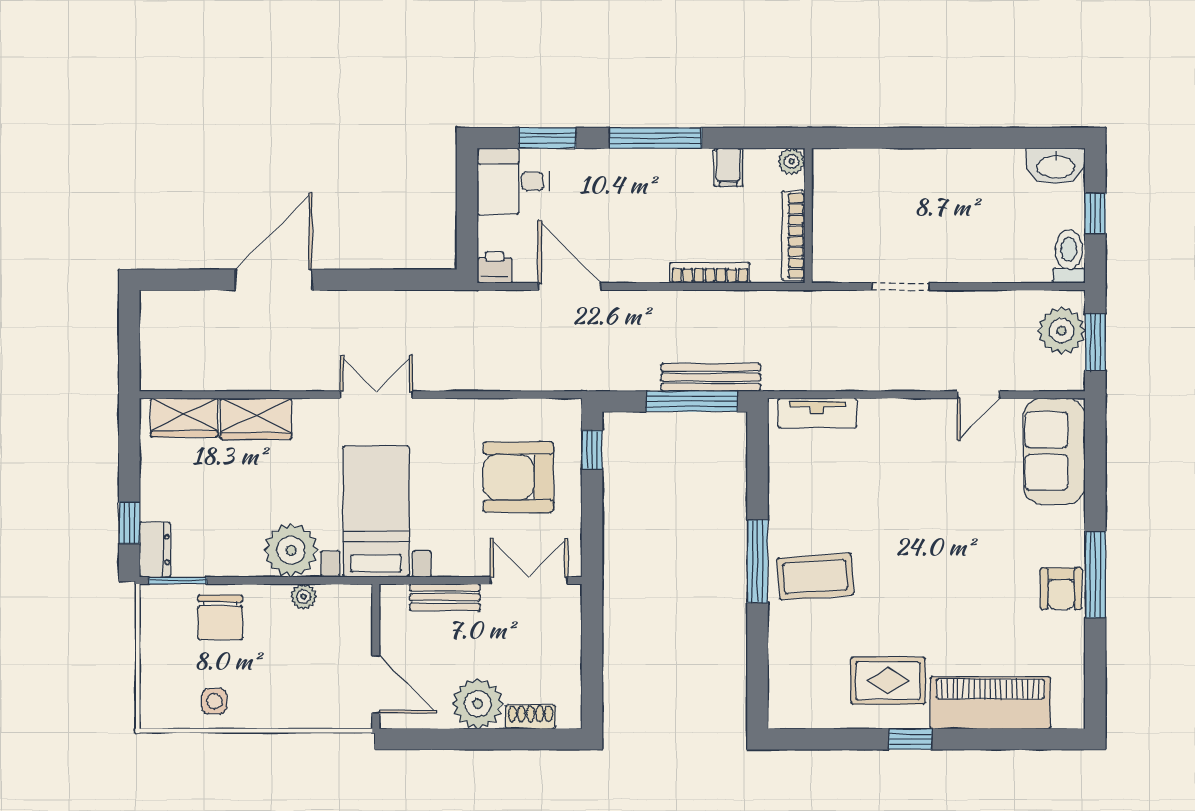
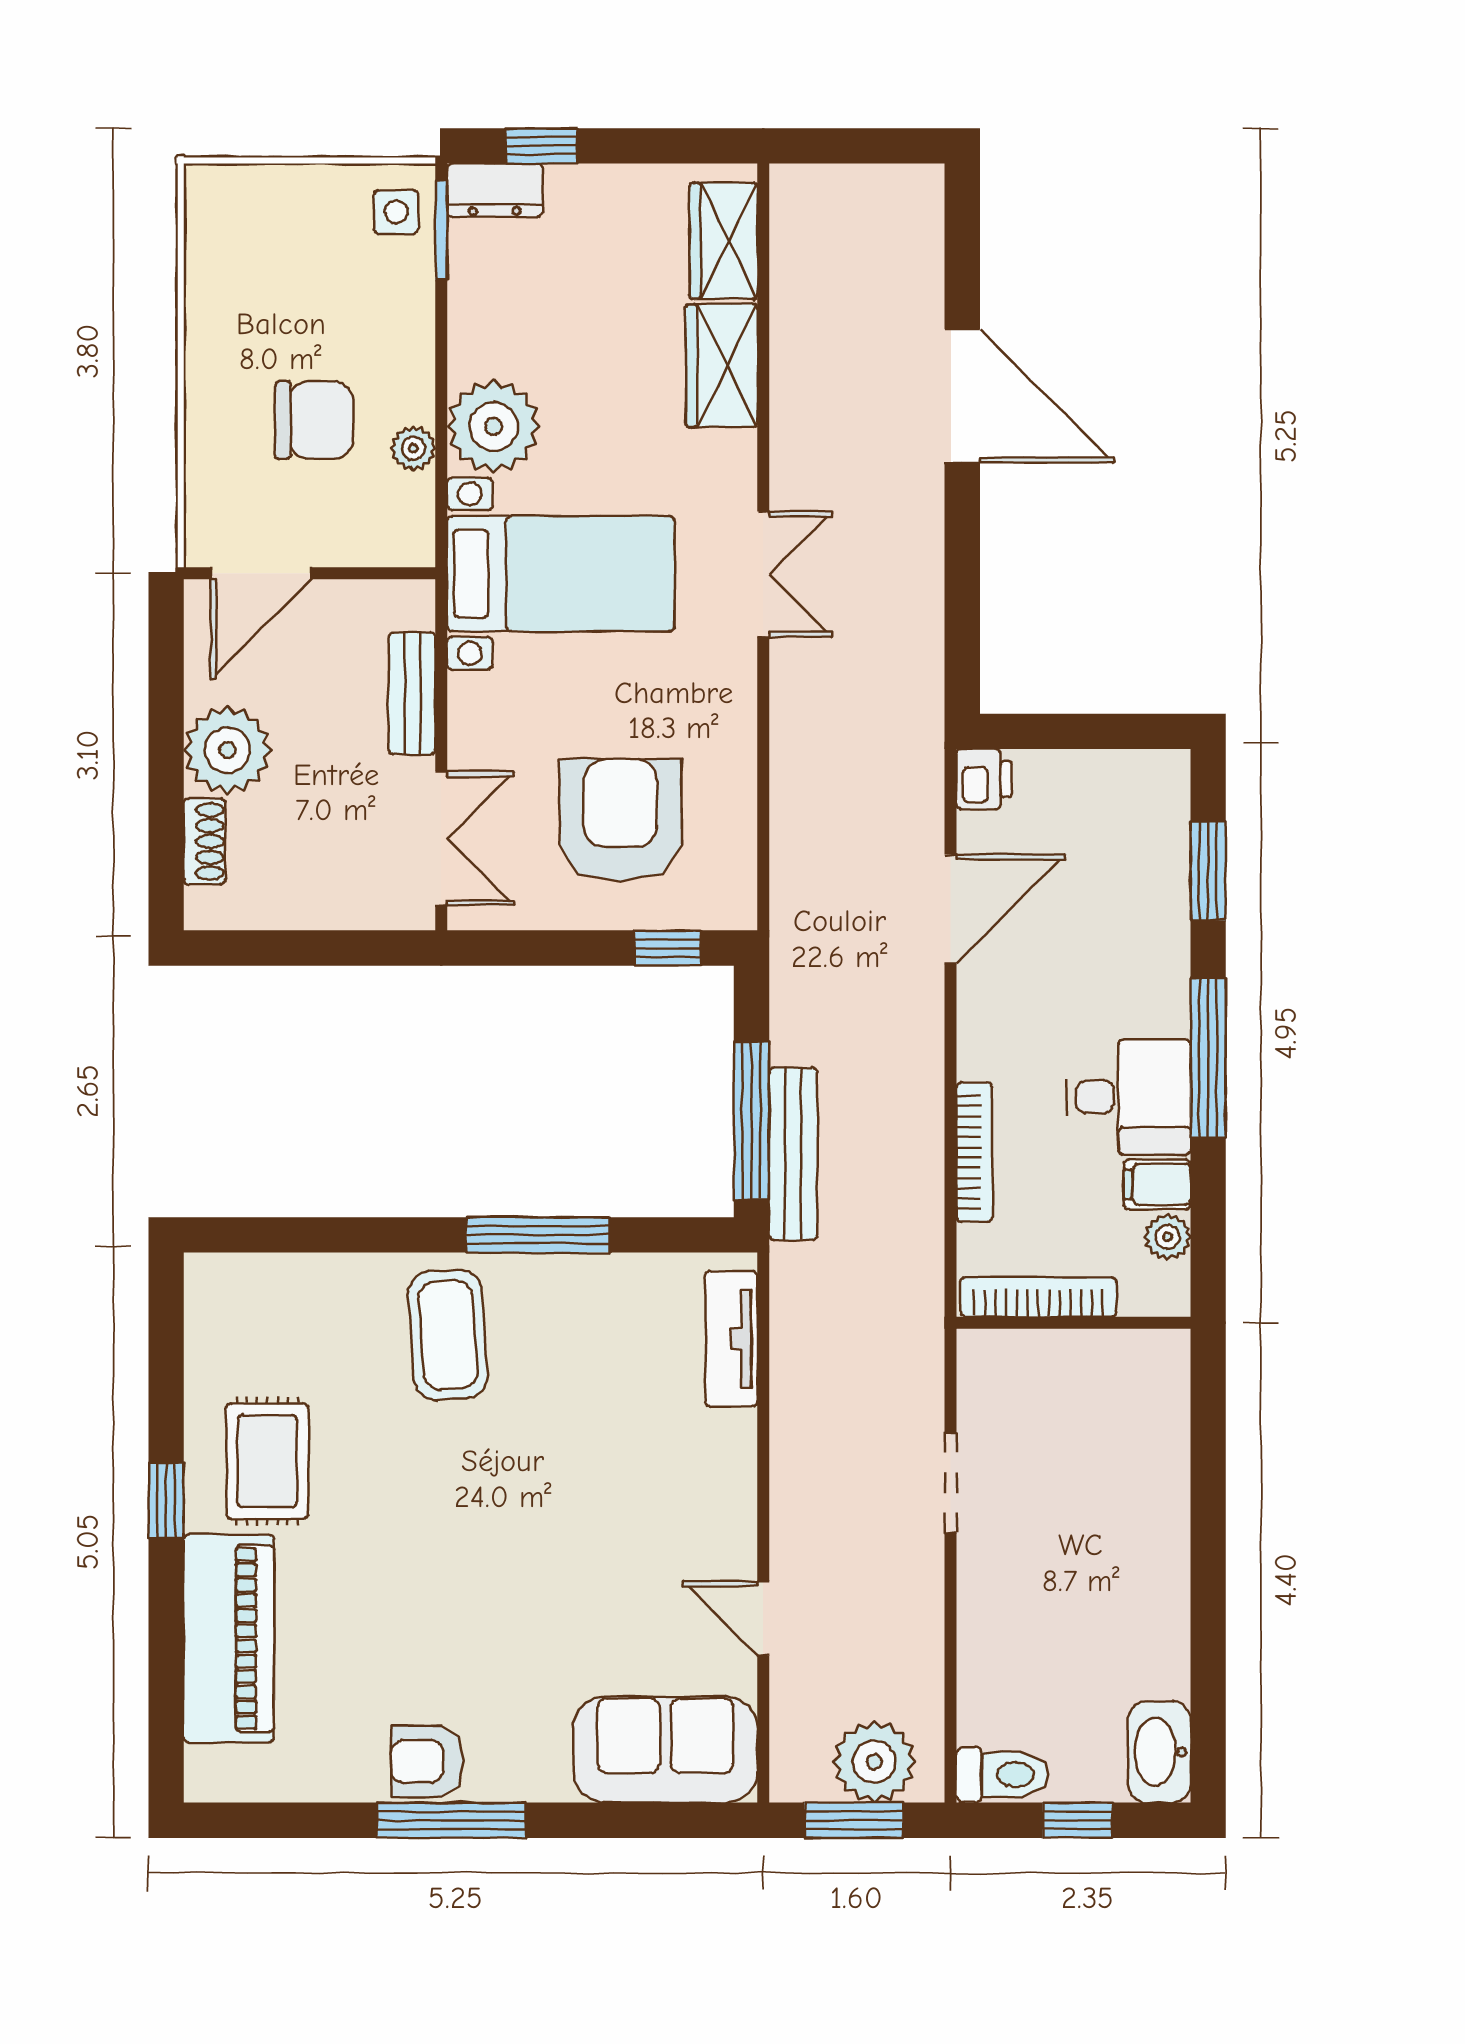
plant: (792, 161) -> (1168, 1237), moved
desk: (513, 181) -> (1128, 1097), moved, turned 90
window: (757, 561) -> (538, 1235), moved
chair: (220, 617) -> (314, 420), moved, turned 180
side table: (214, 701) -> (396, 212), moved

